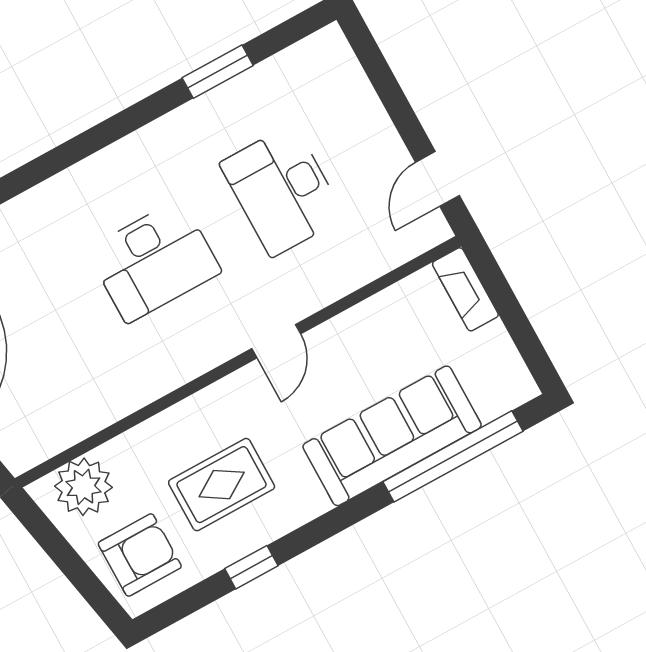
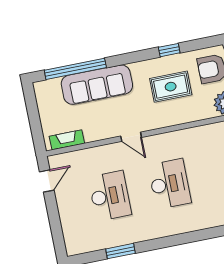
desk: (154, 261) -> (170, 184), turned 90
fireplace: (465, 289) -> (67, 140), moved, turned -90
door: (276, 341) -> (131, 137), swing flipped

